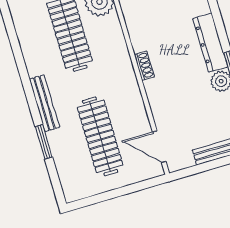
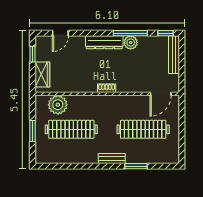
bench: (44, 103) -> (112, 158), width x0.73

